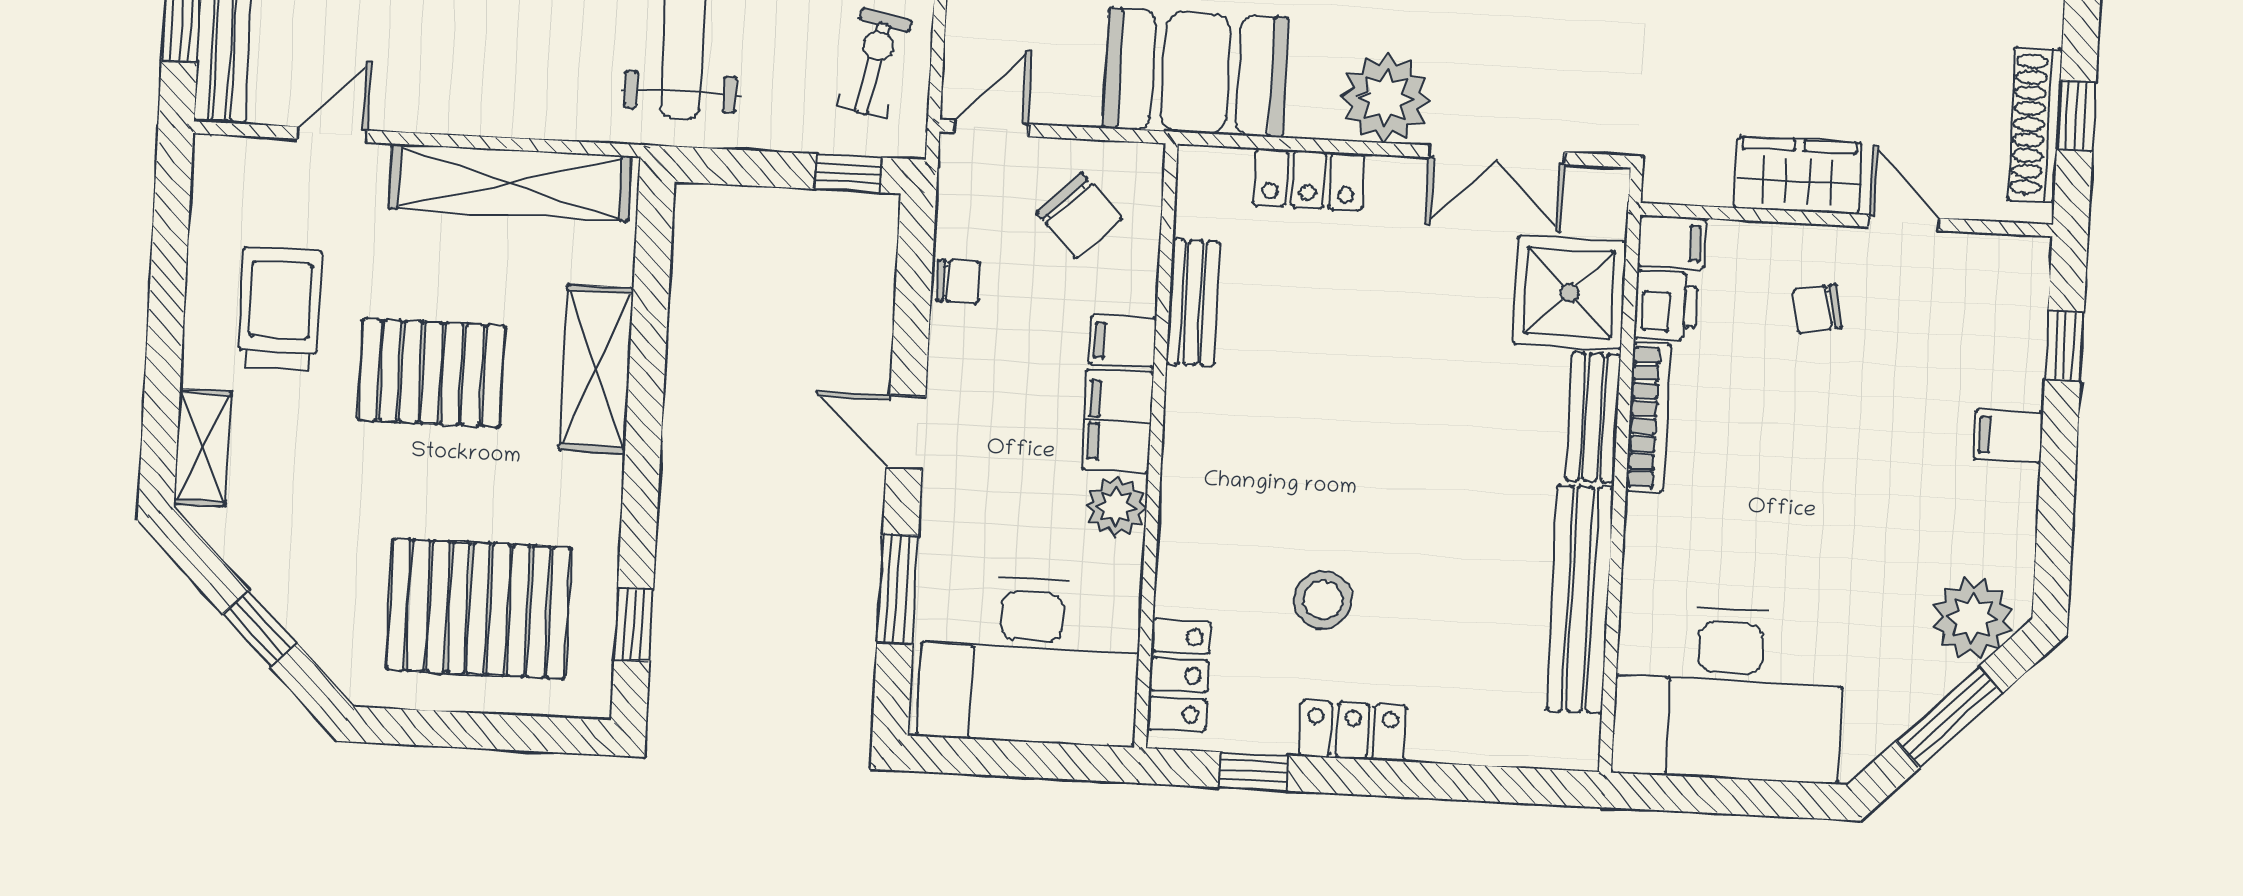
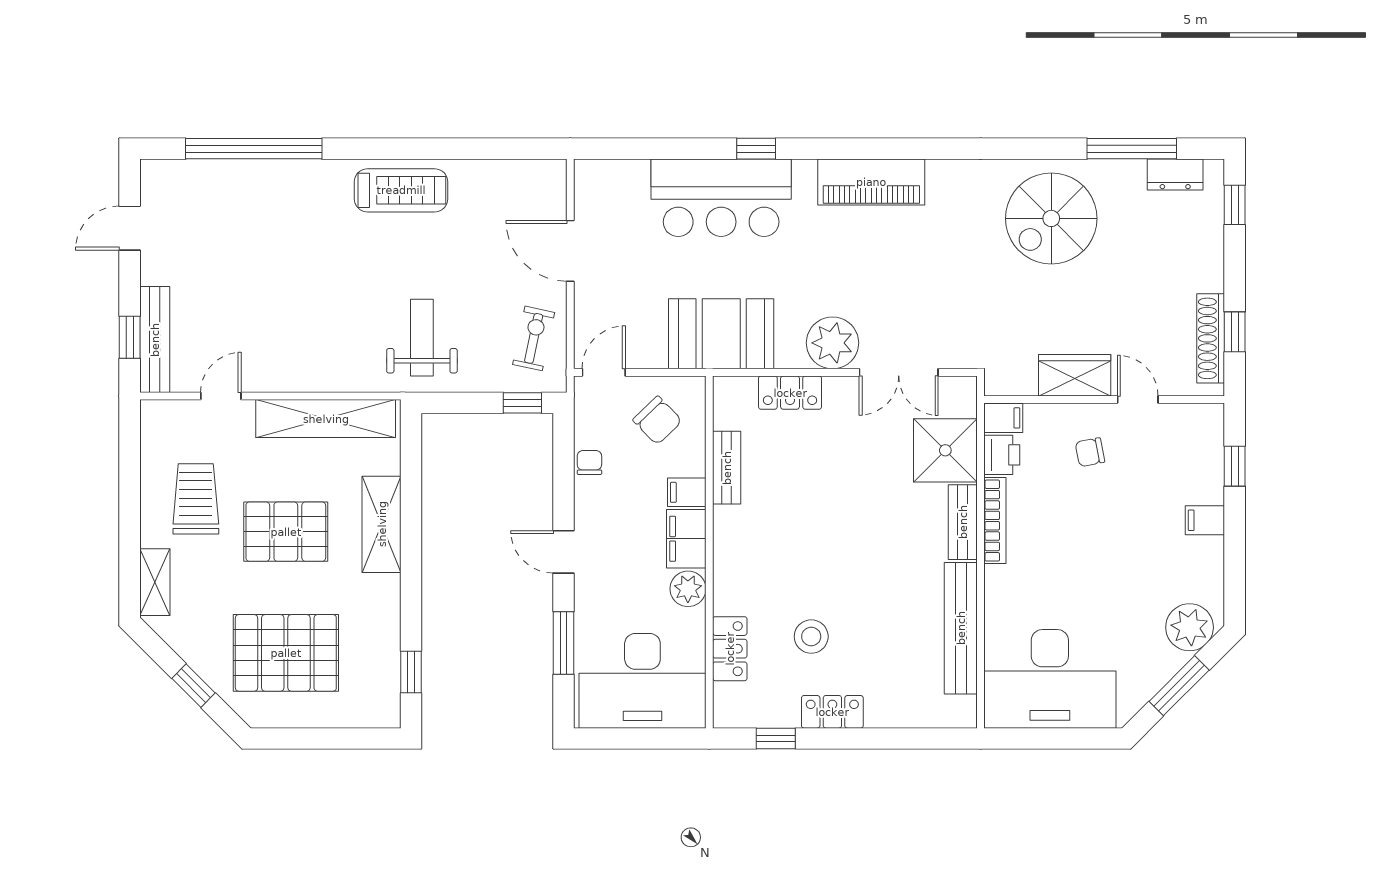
chair: (958, 282) -> (589, 462), turned -90
pallet: (479, 609) -> (286, 653), moved
locker: (1179, 675) -> (730, 649), moved

